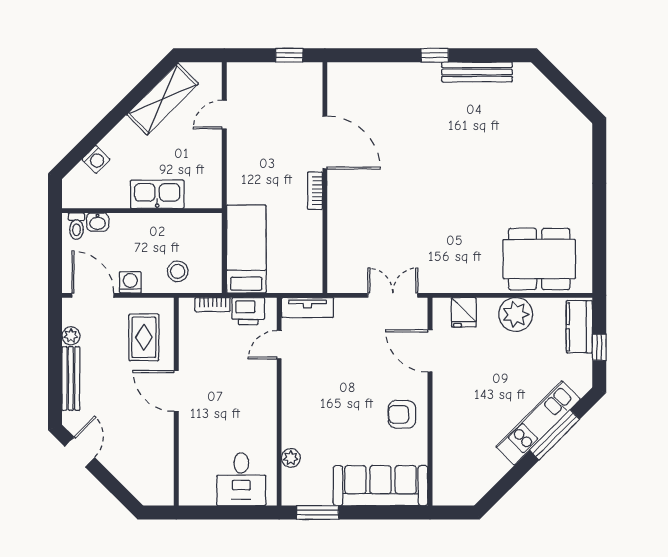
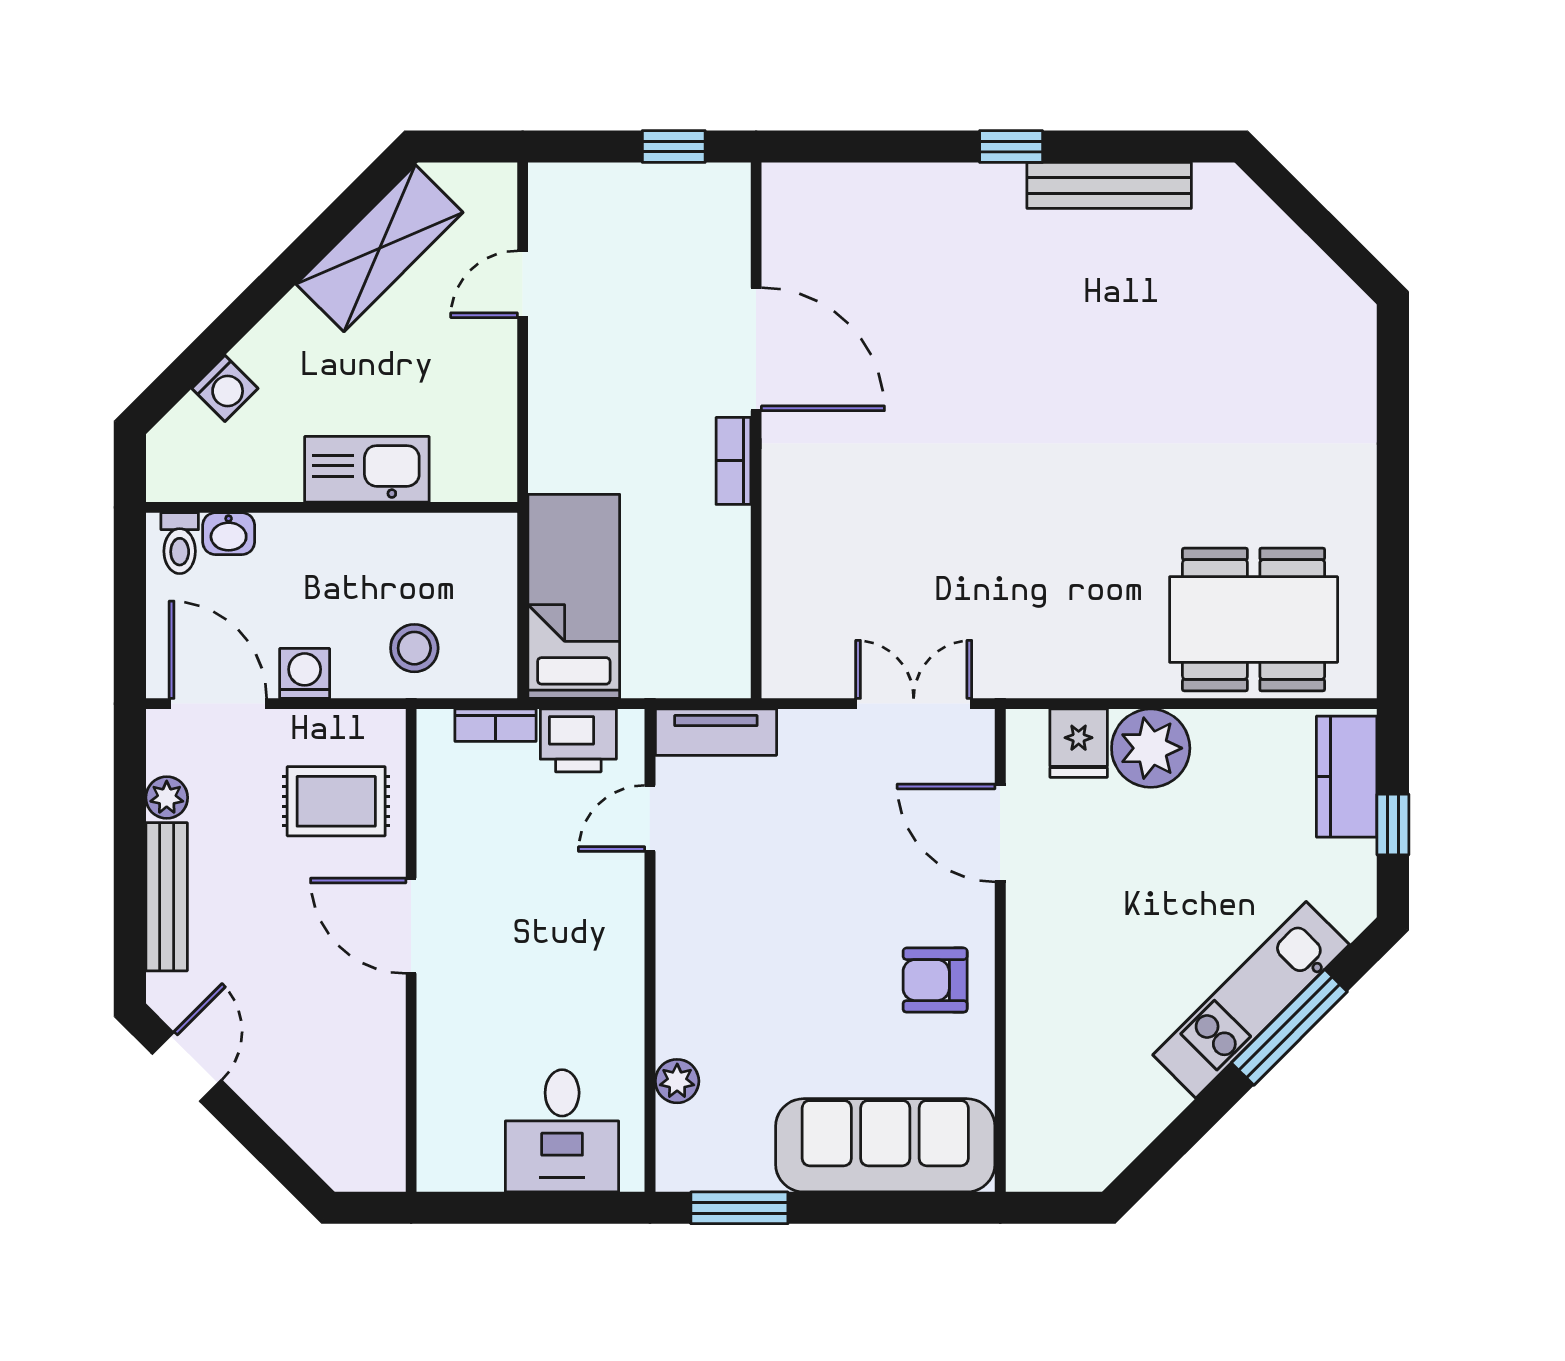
plant: (516, 314) -> (1151, 748), moved
rug: (144, 337) -> (336, 801), turned 90

